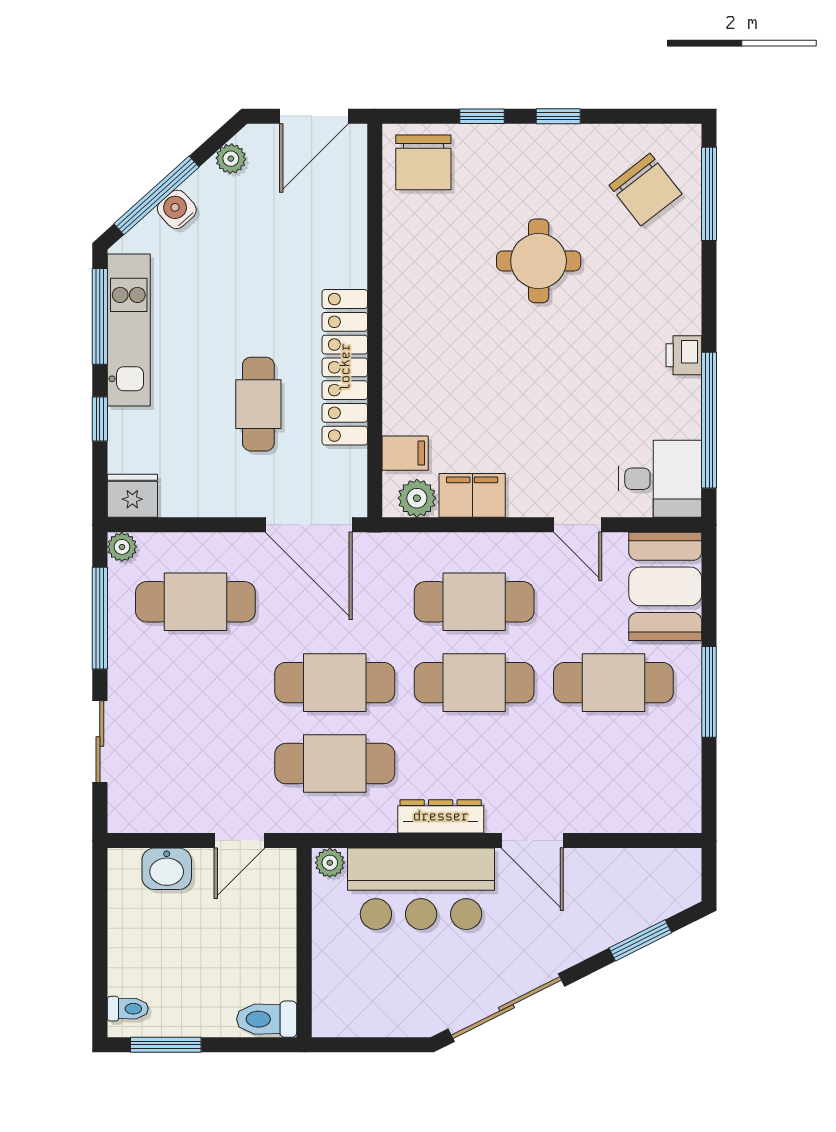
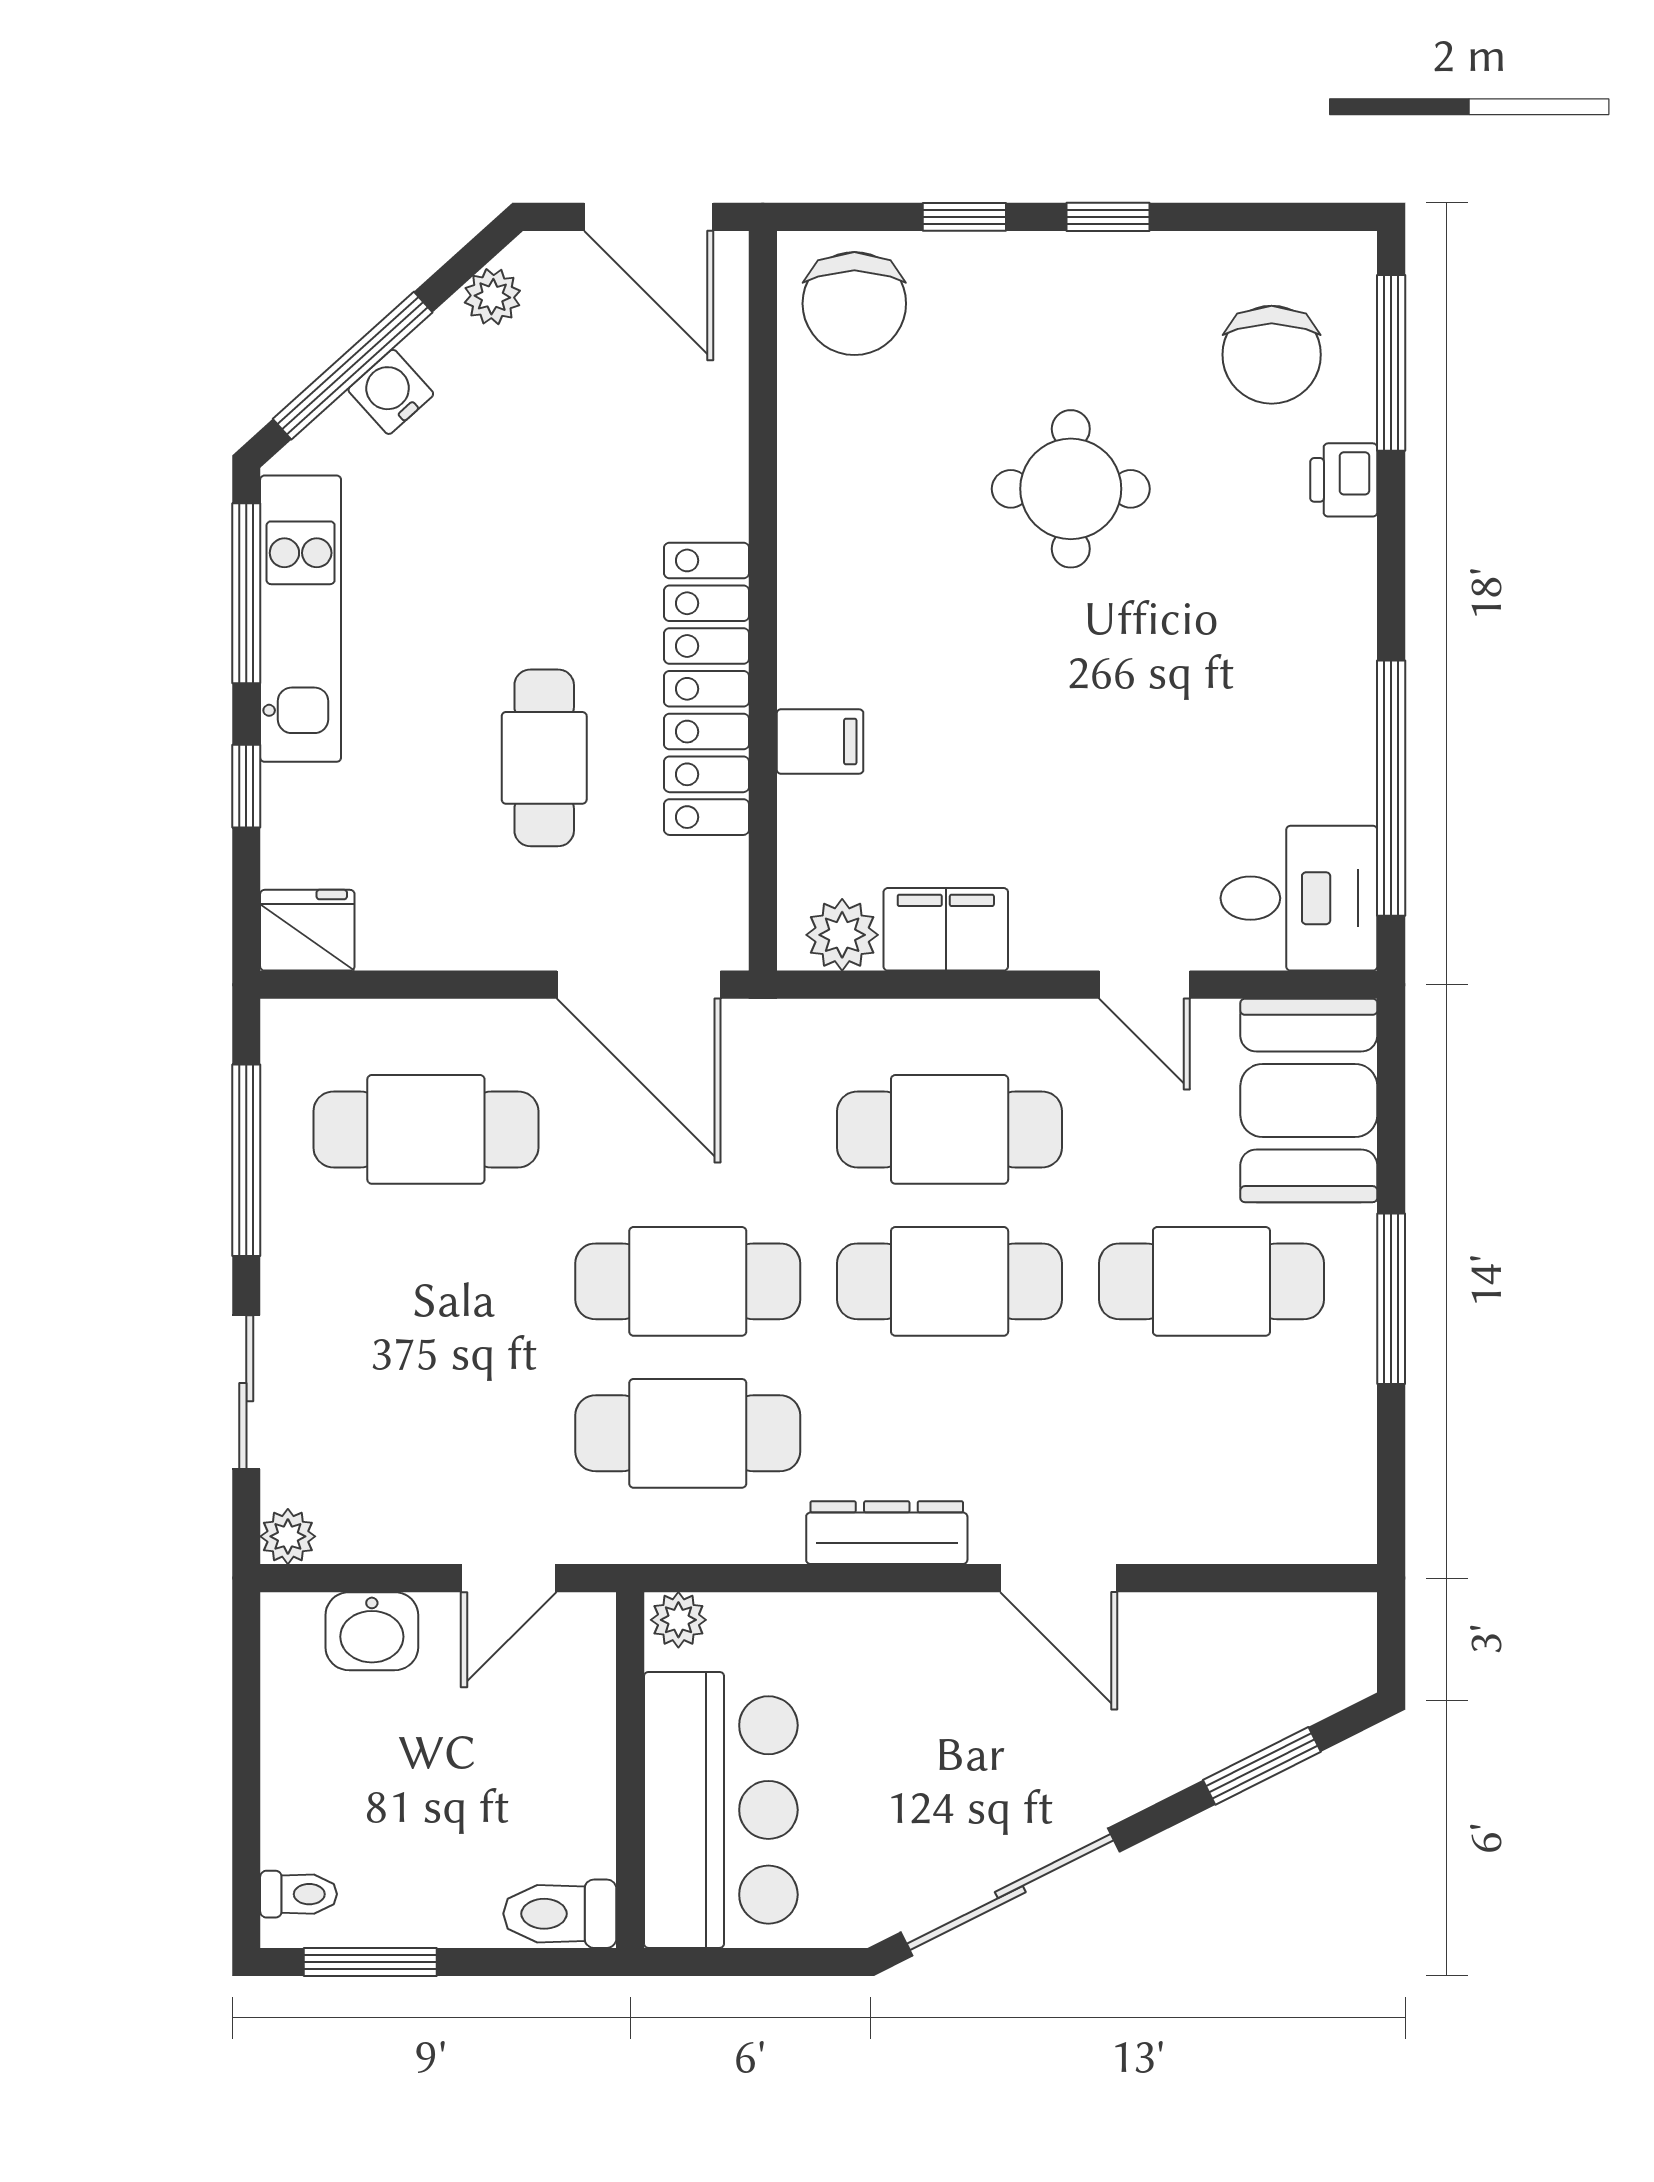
door: (314, 116) -> (649, 217), hinge flipped
chair: (645, 190) -> (1272, 355), turned 38
printer: (684, 355) -> (1344, 480), moved
filing cabinet: (405, 453) -> (820, 742), moved
plant: (122, 547) -> (288, 1536), moved
bar counter: (421, 889) -> (721, 1810), moved, turned -90

